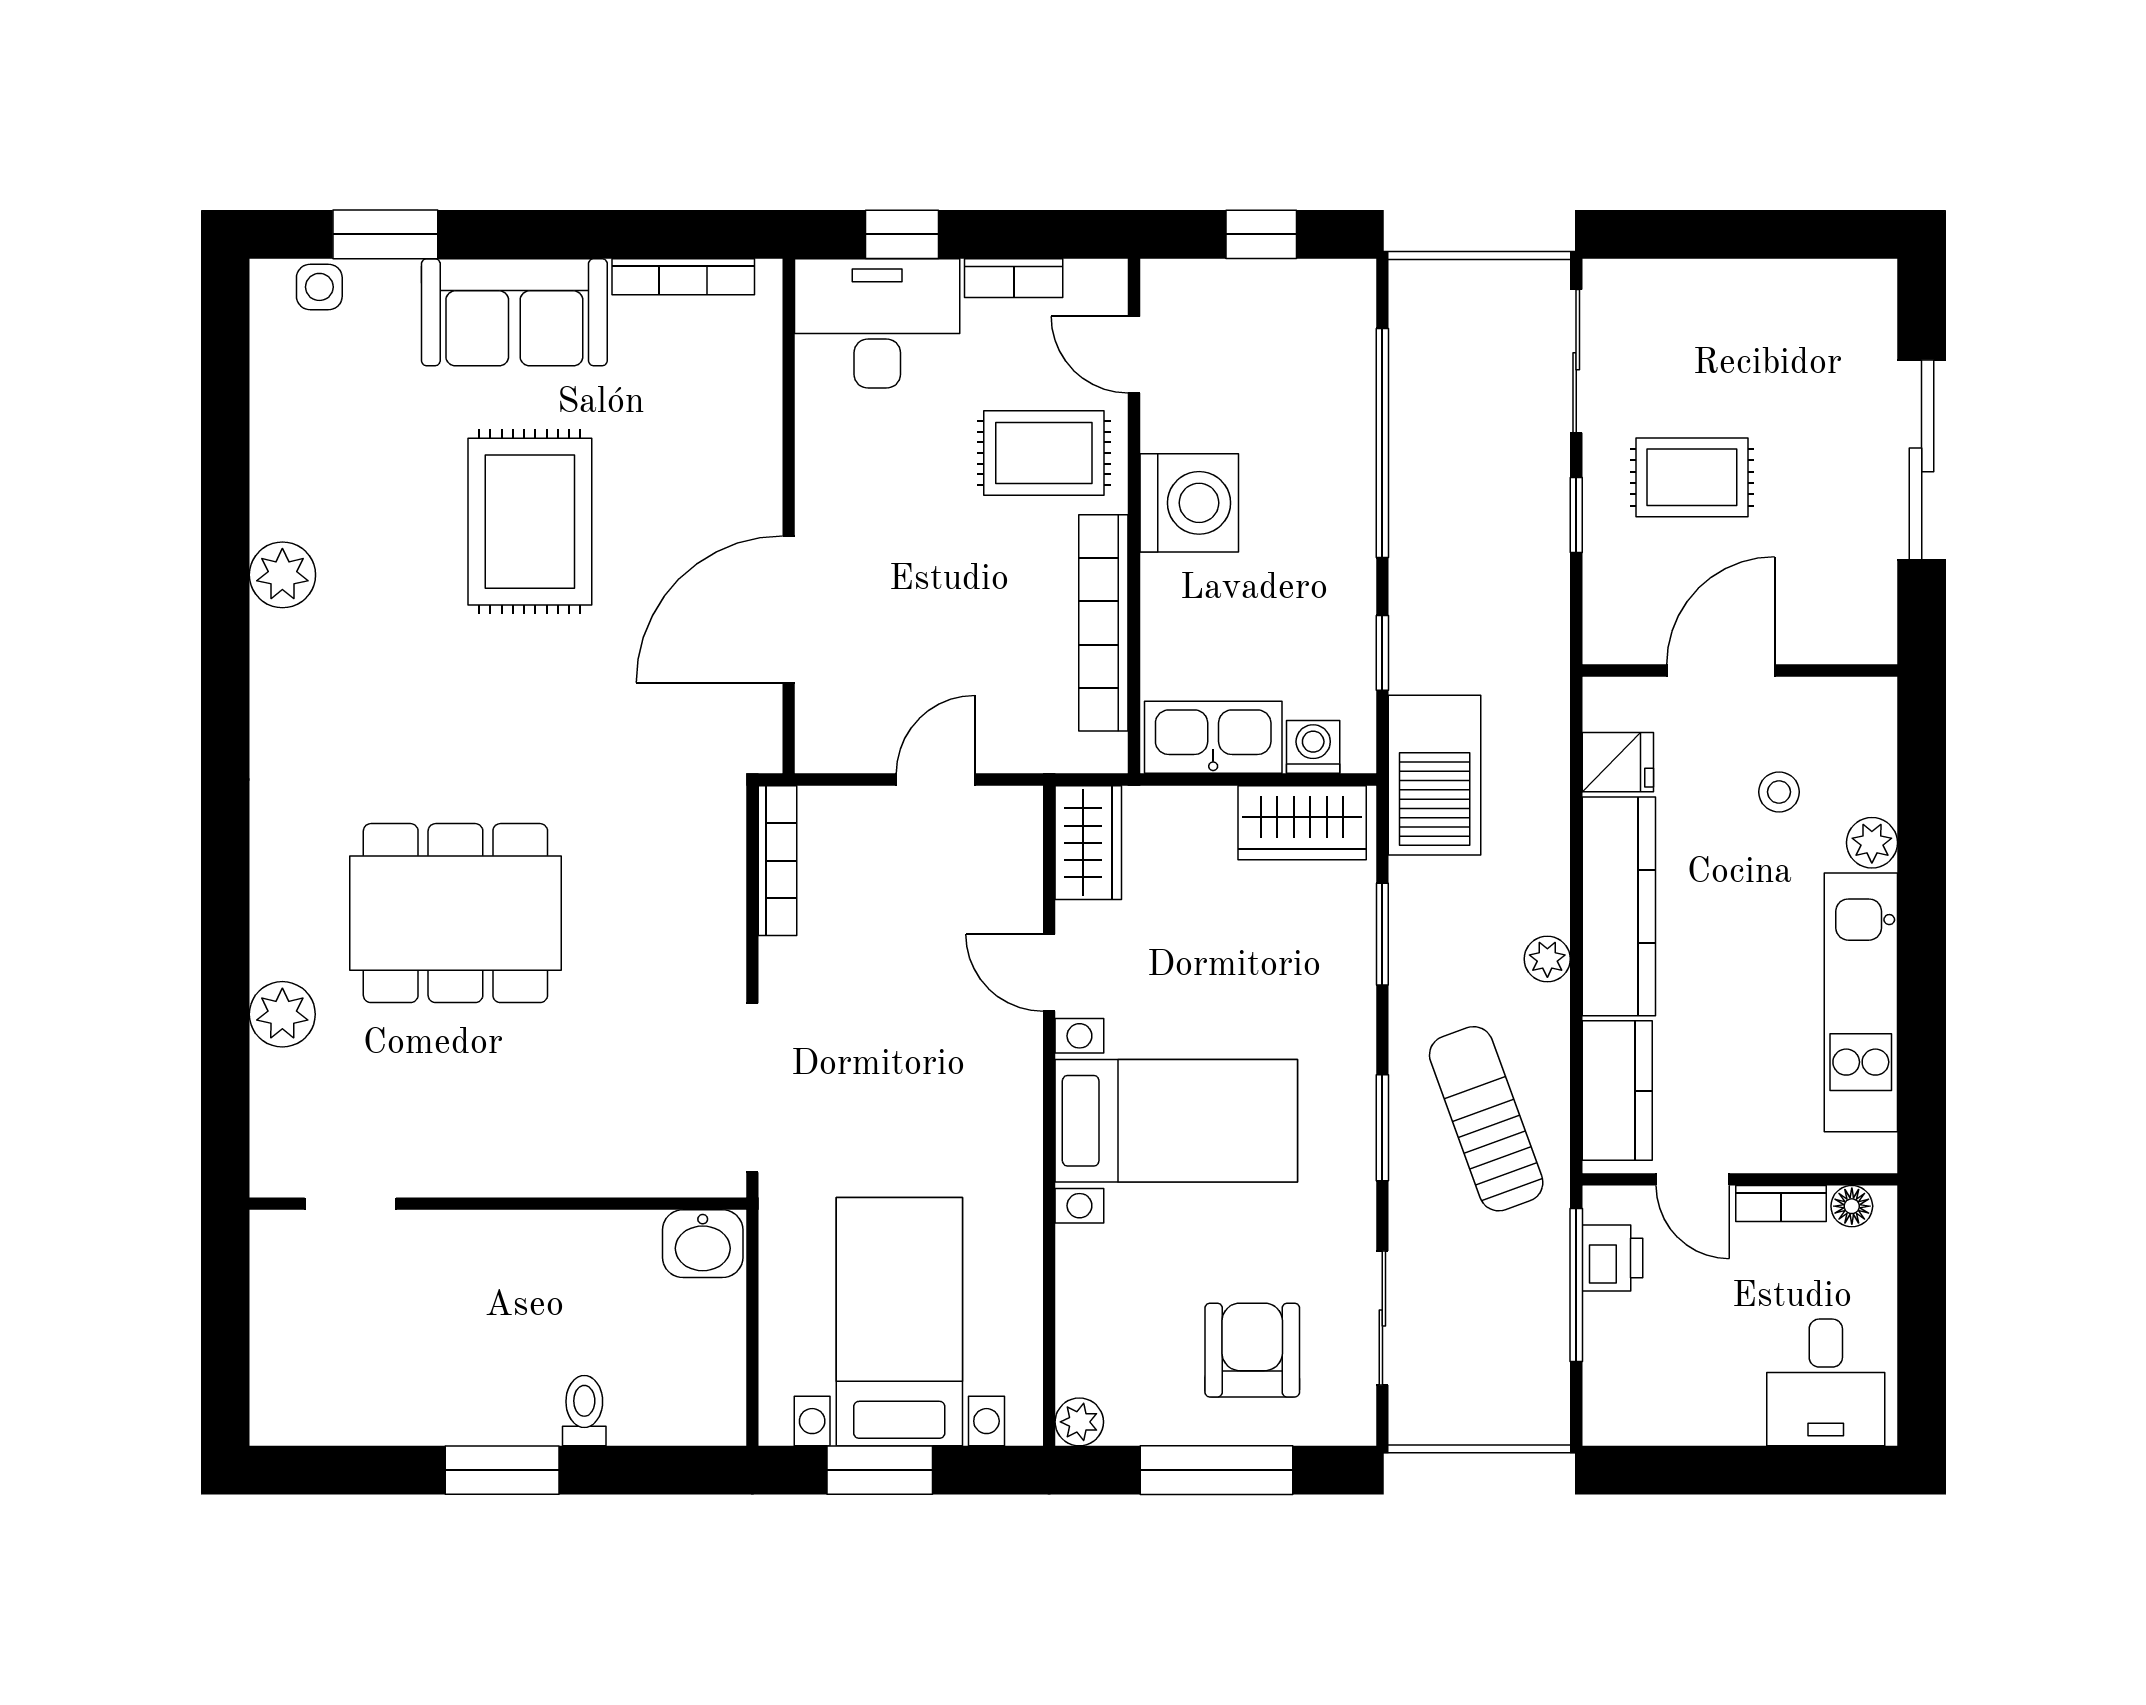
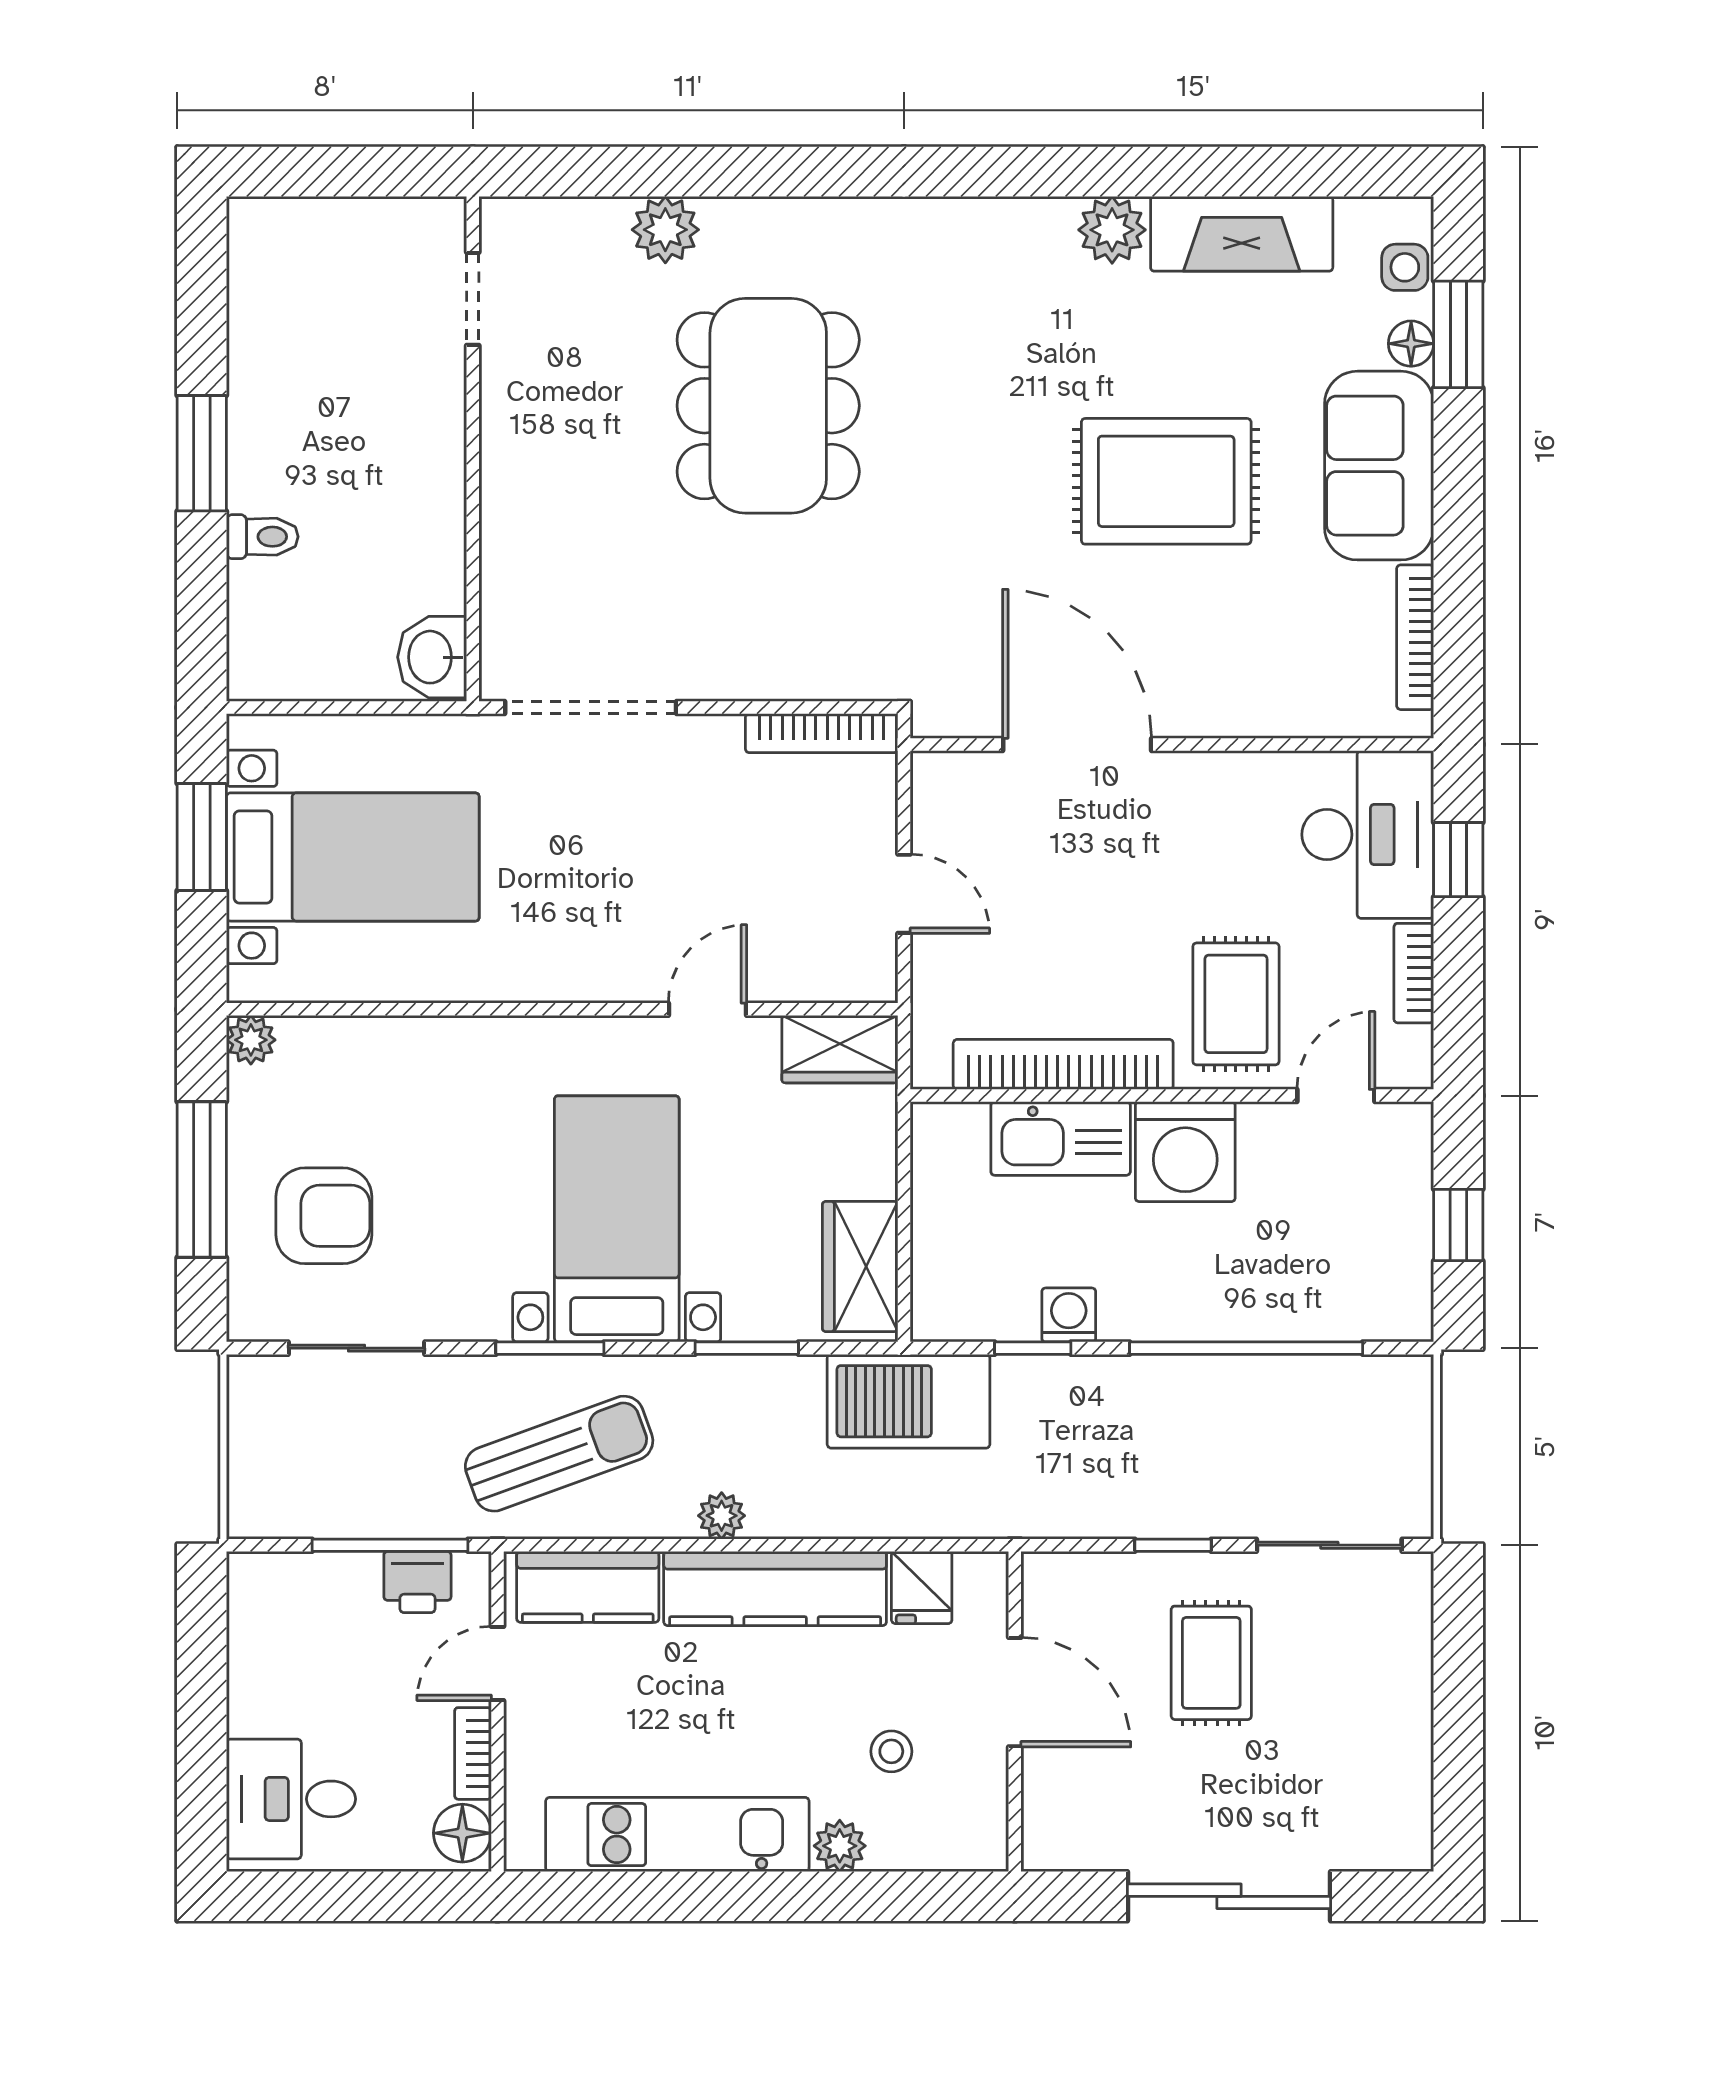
floor lamp: (394, 281) -> (1411, 344), added
fireplace: (286, 447) -> (1242, 234), added
kitchen sink: (1213, 737) -> (1061, 1139), moved, turned 90
washing machine: (1313, 747) -> (1069, 1315), moved, turned -90
bed with nightstands: (1176, 1121) -> (617, 1219), moved, turned 180
floor lamp: (1852, 1206) -> (462, 1833), width x1.37, depth x1.37

